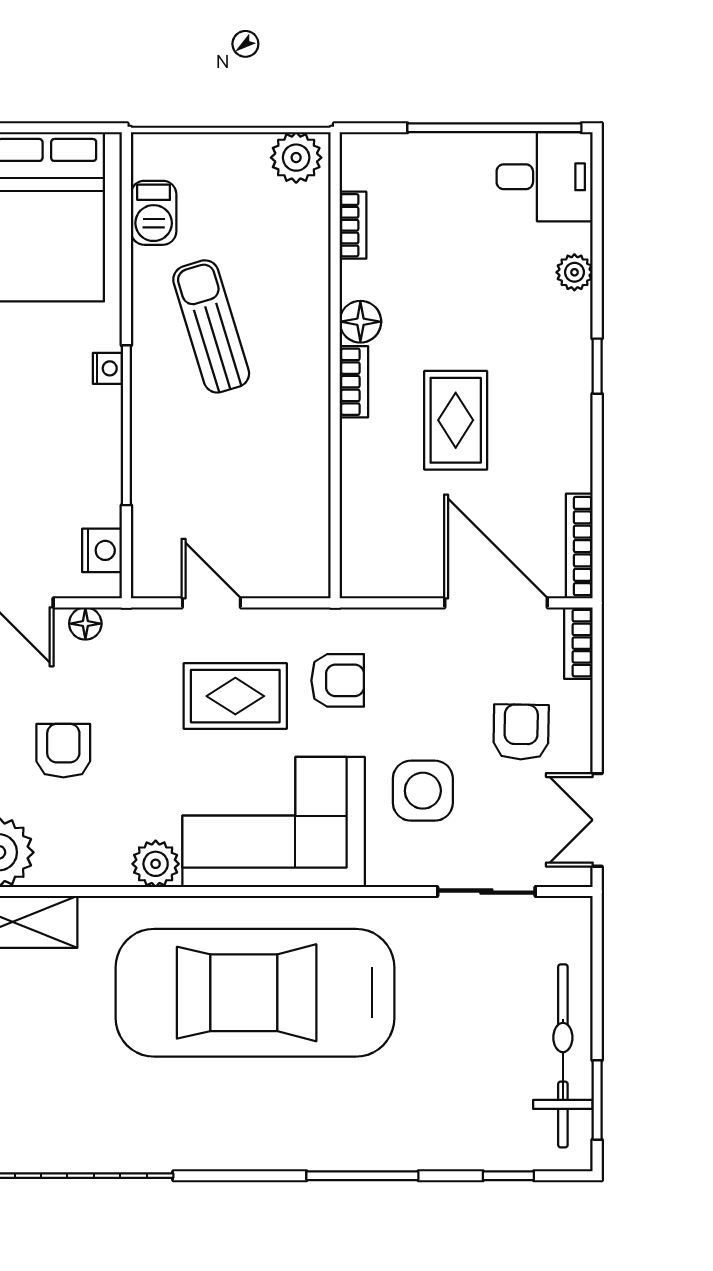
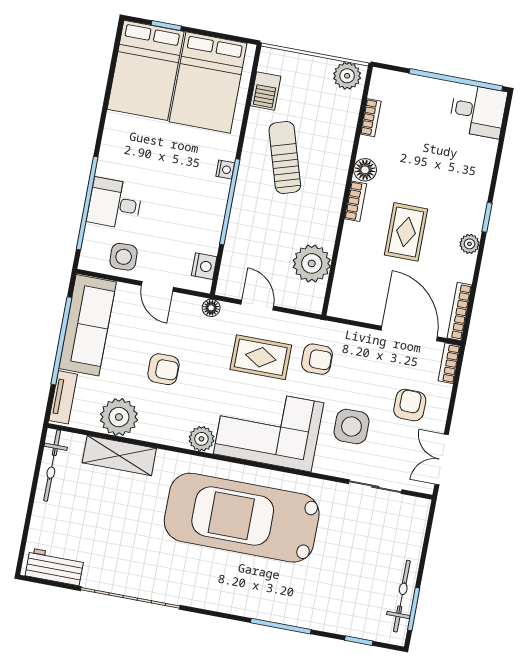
plant: (574, 272) -> (469, 244), moved
plant: (296, 509) -> (312, 263), added
floor lamp: (85, 624) -> (211, 308), moved
armchair: (63, 751) -> (163, 369), turned 90
bicycle: (563, 1056) -> (402, 596), width x0.73, depth x0.71

